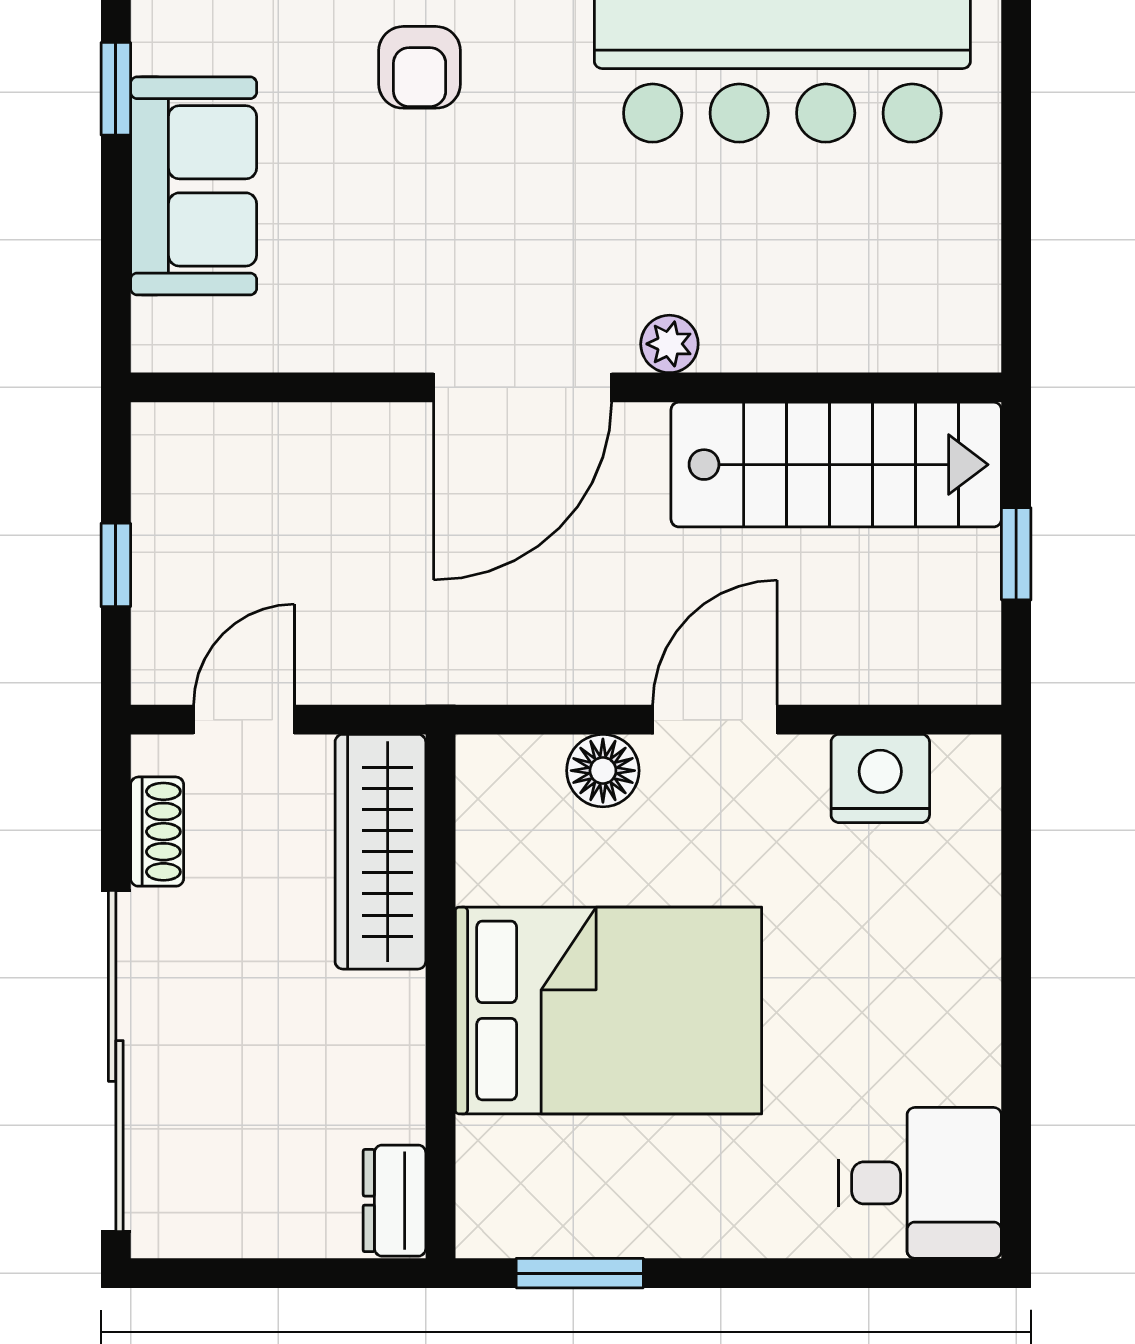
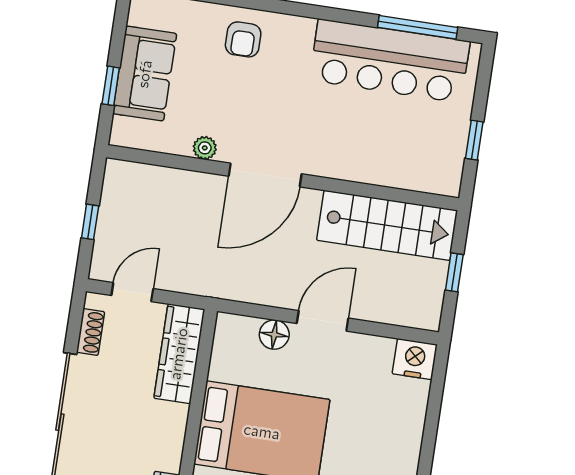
window: (116, 89) -> (111, 86), moved
window: (1016, 226) -> (474, 140), added
plant: (669, 344) -> (205, 148), moved
nightstand: (880, 778) -> (415, 359), moved

